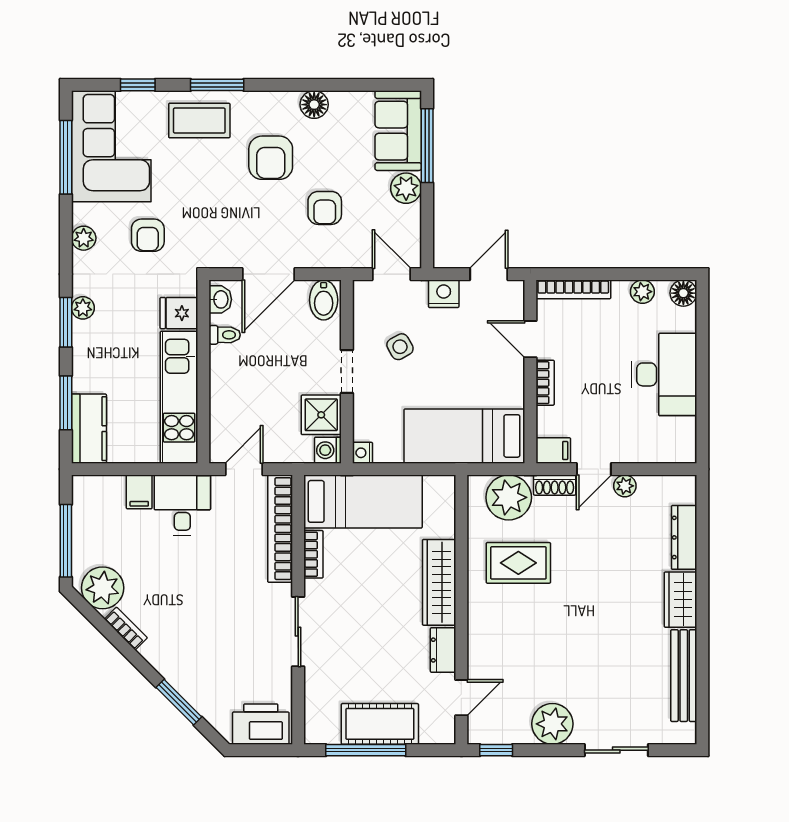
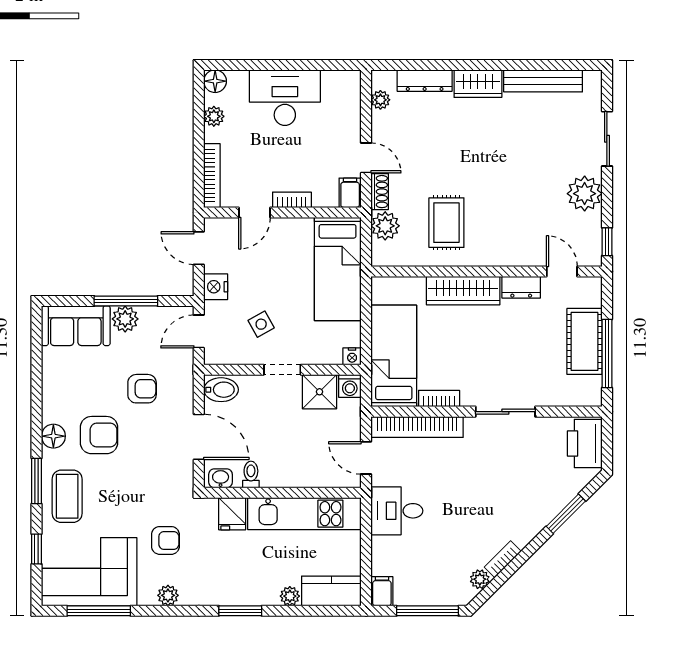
floor lamp: (314, 105) -> (53, 436), moved
window: (427, 146) -> (126, 301), moved
plant: (83, 308) -> (290, 596), moved
window: (66, 403) -> (309, 611), removed
plant: (625, 486) -> (380, 100), moved
filing cabinet: (139, 492) -> (382, 591), moved, turned -90
plant: (509, 497) -> (385, 226), width x0.73, depth x0.73
plant: (103, 588) -> (480, 579), width x0.53, depth x0.53

